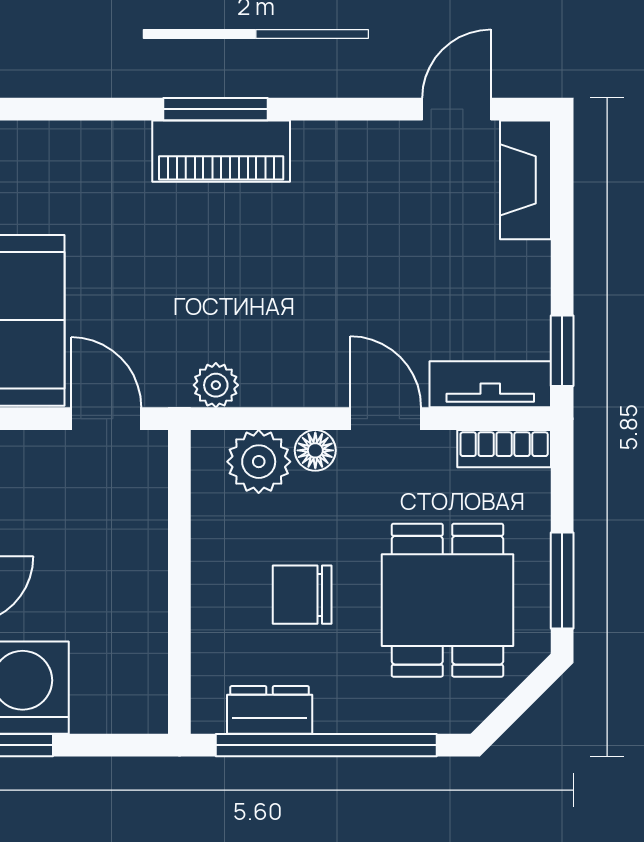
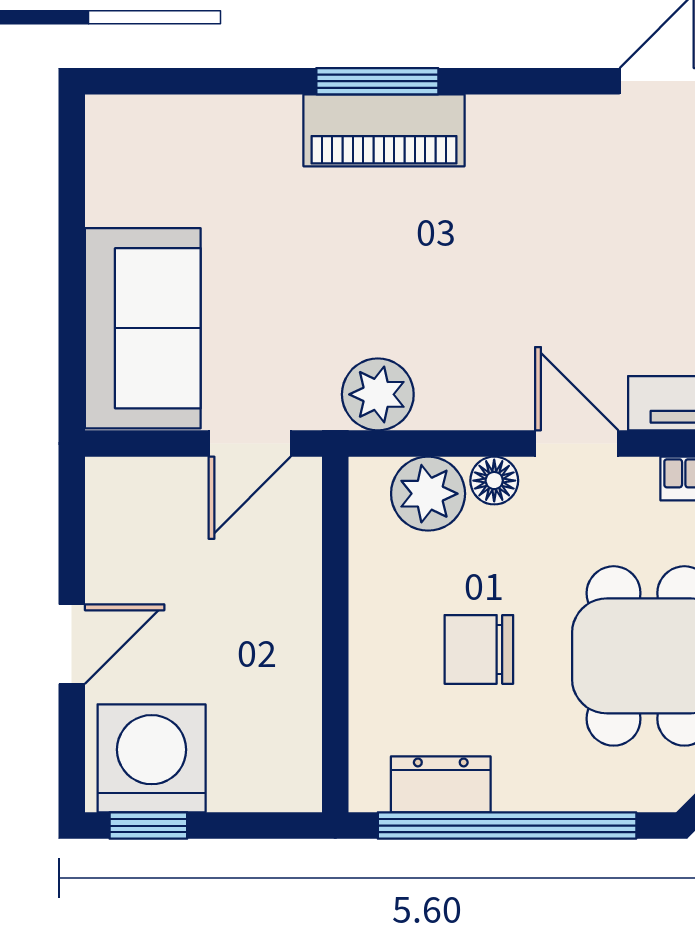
plant: (216, 385) -> (378, 394), width x1.38, depth x1.38
door: (106, 419) -> (250, 443), swing flipped

